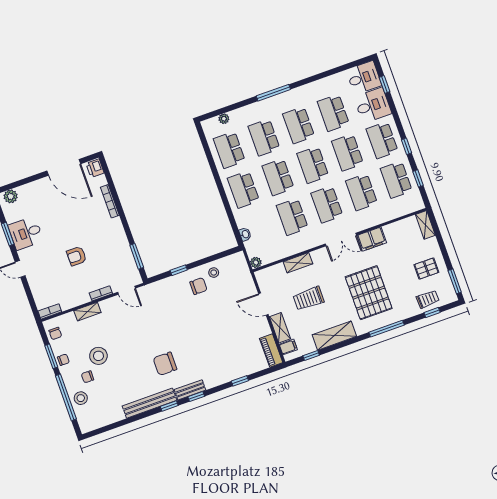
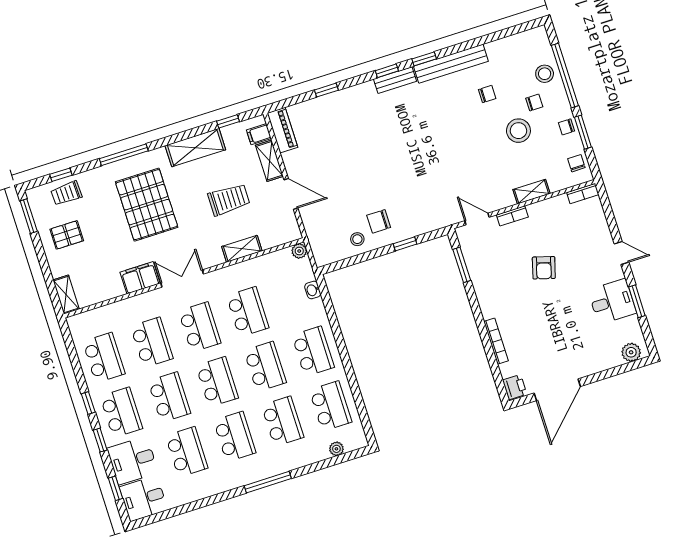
door: (64, 167) -> (557, 390), swing flipped
window: (418, 178) -> (100, 440), moved
armchair: (77, 256) -> (544, 268), turned 106
chair: (165, 364) -> (487, 94), moved, width x0.54, depth x0.54

